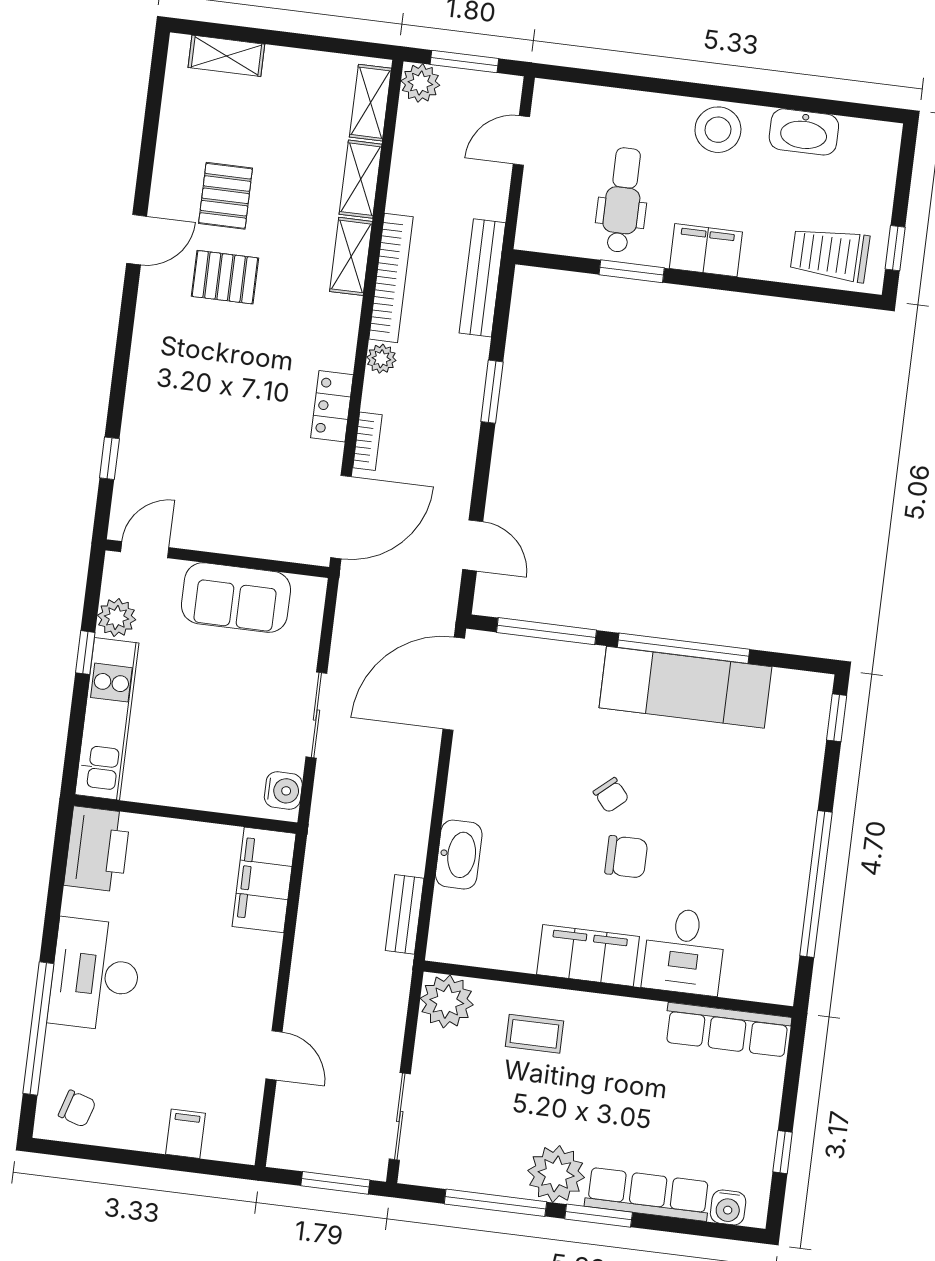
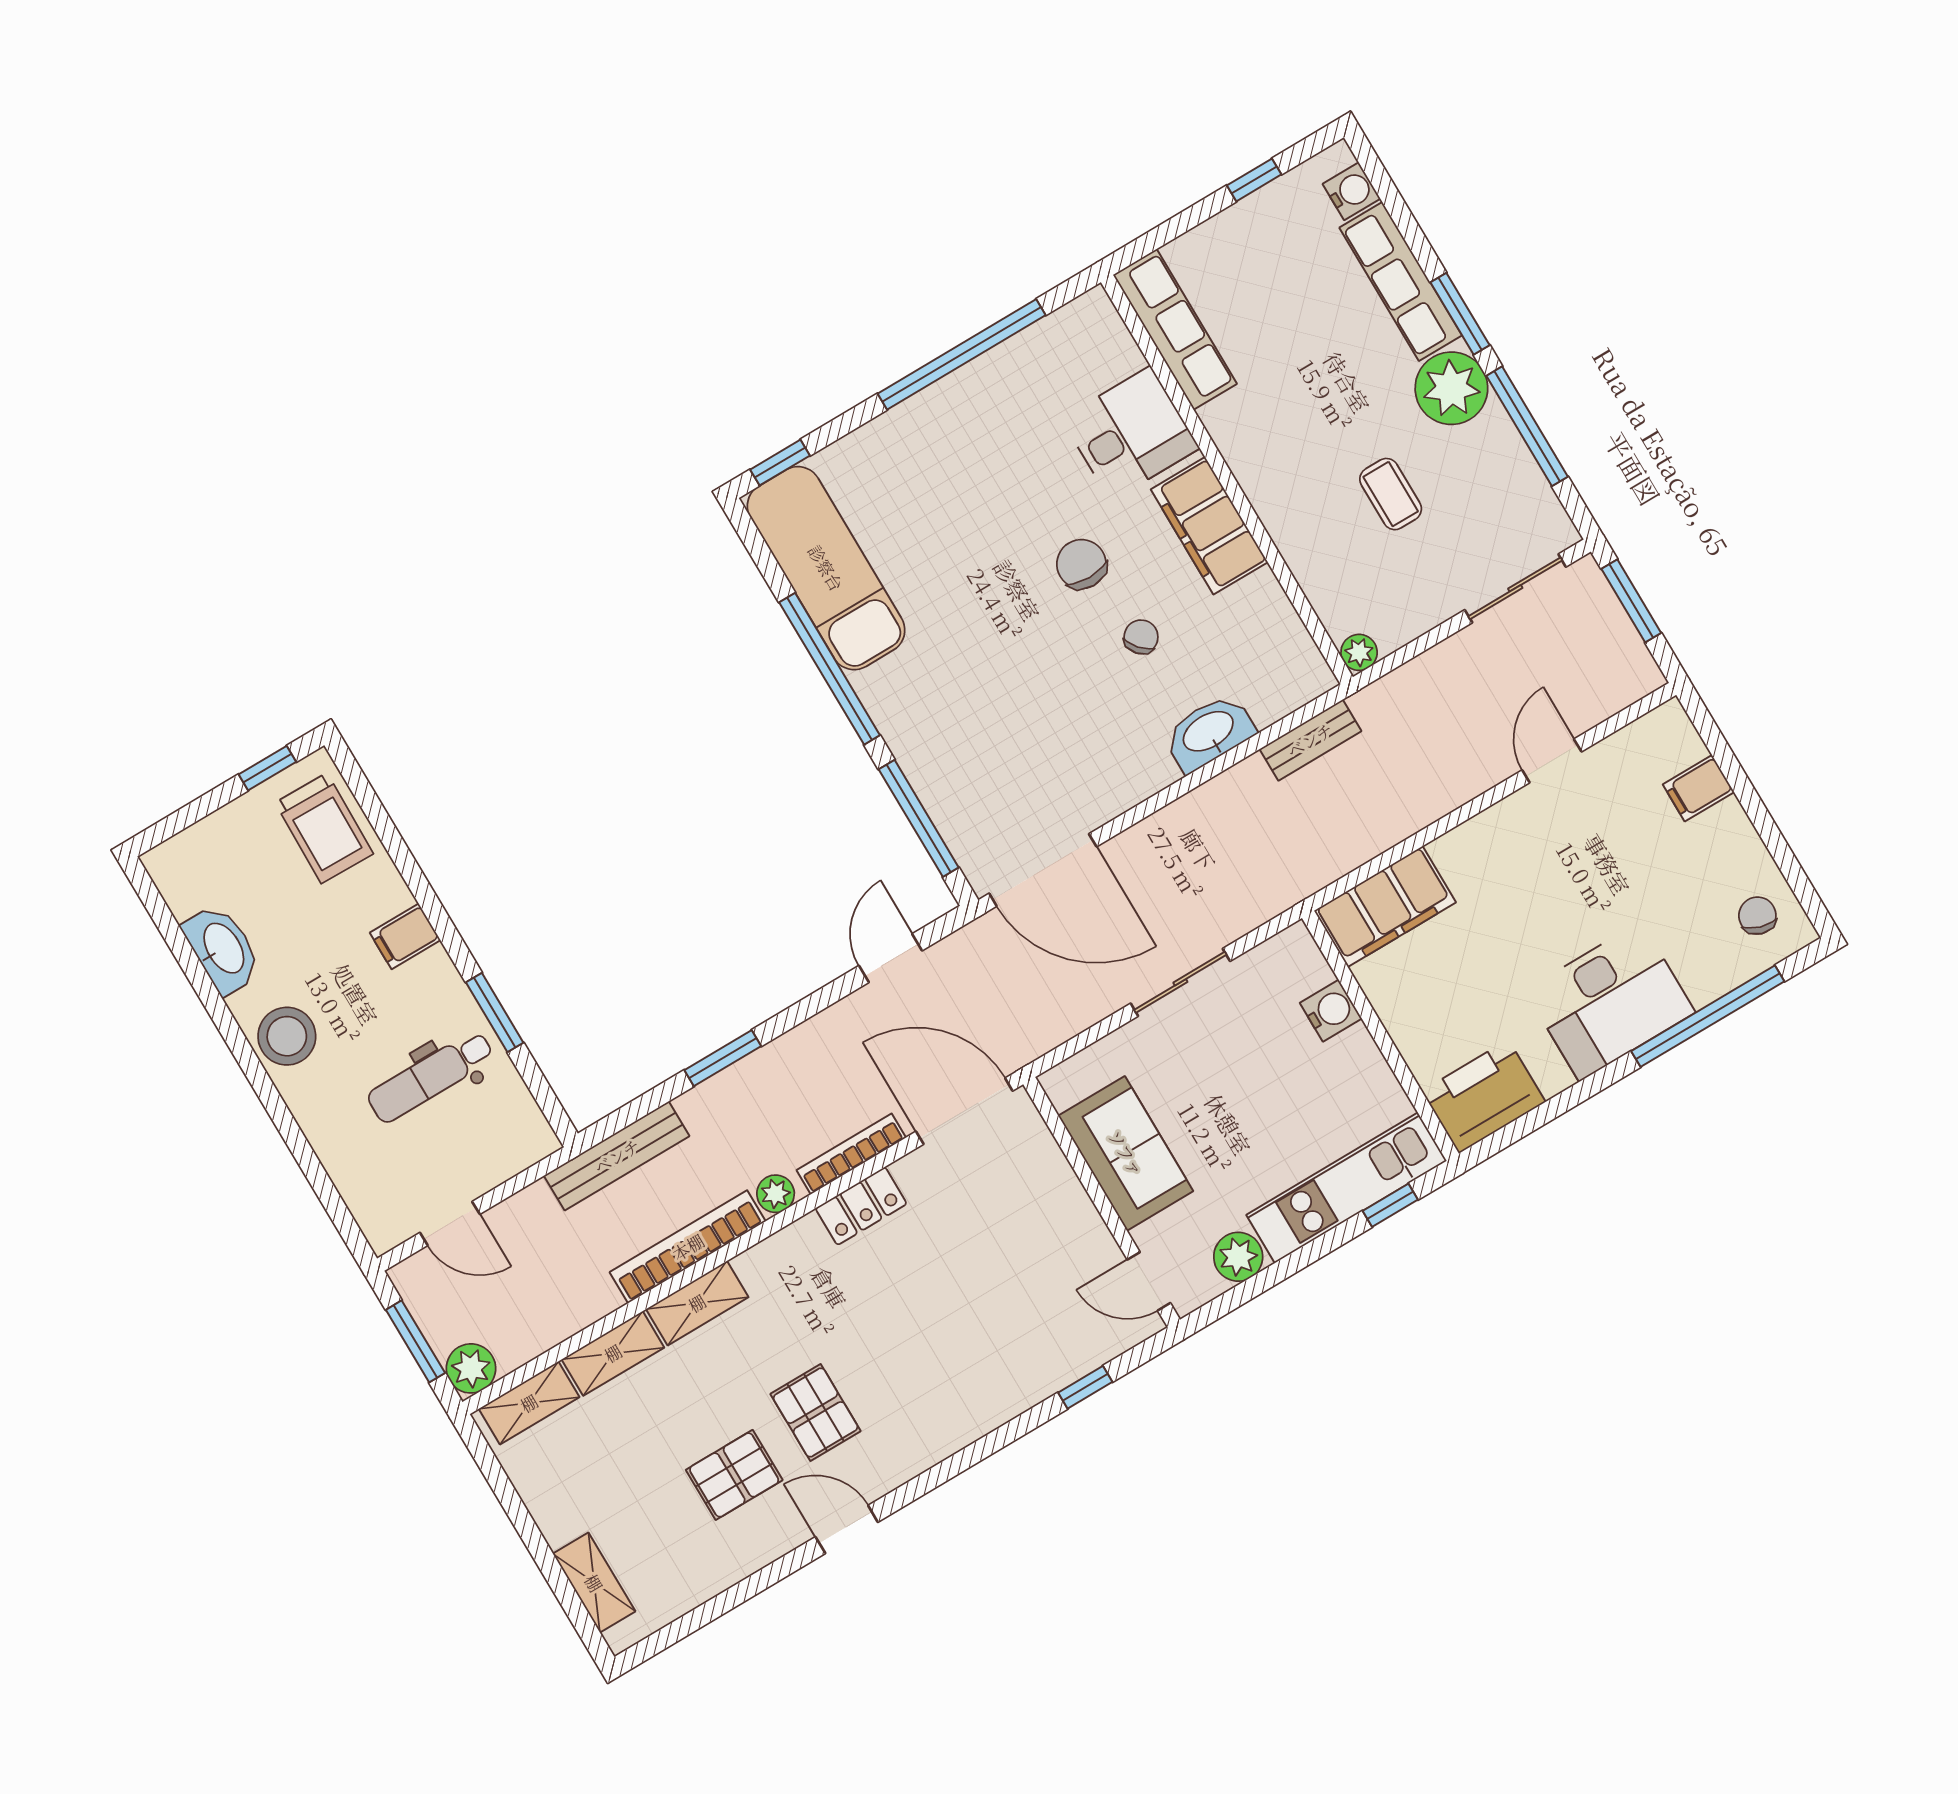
filing cabinet: (706, 250) -> (405, 936), width x0.50
bookcase: (367, 441) -> (851, 1154), width x1.56
window: (85, 653) -> (1390, 1205), moved
exam couch: (685, 687) -> (826, 568), moved
water cooler: (283, 790) -> (1331, 1011), moved, turned 90
chair: (611, 795) -> (1141, 637), moved
plant: (447, 1001) -> (1359, 652), width x0.53, depth x0.53
coffee table: (534, 1034) -> (1391, 494), moved

